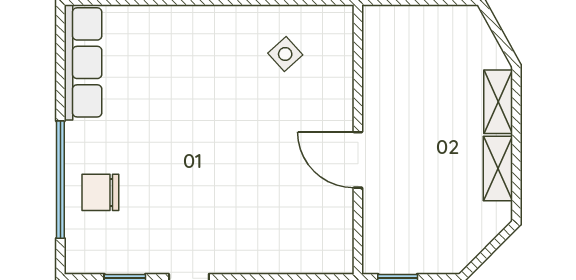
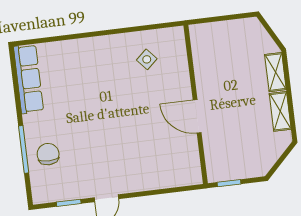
window: (60, 180) -> (24, 149), width x0.68
chair: (100, 192) -> (48, 154), turned 90

